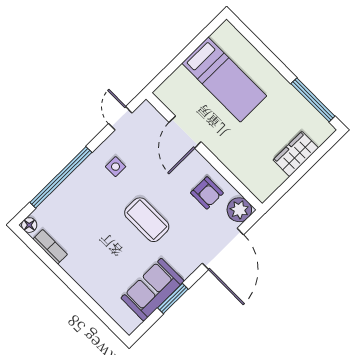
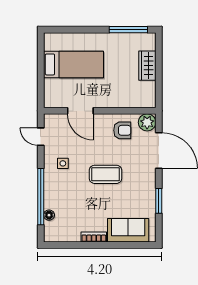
floor lamp: (29, 225) -> (49, 215), moved
bookcase: (50, 247) -> (94, 237), moved
sofa: (153, 290) -> (128, 230), moved, turned 90

